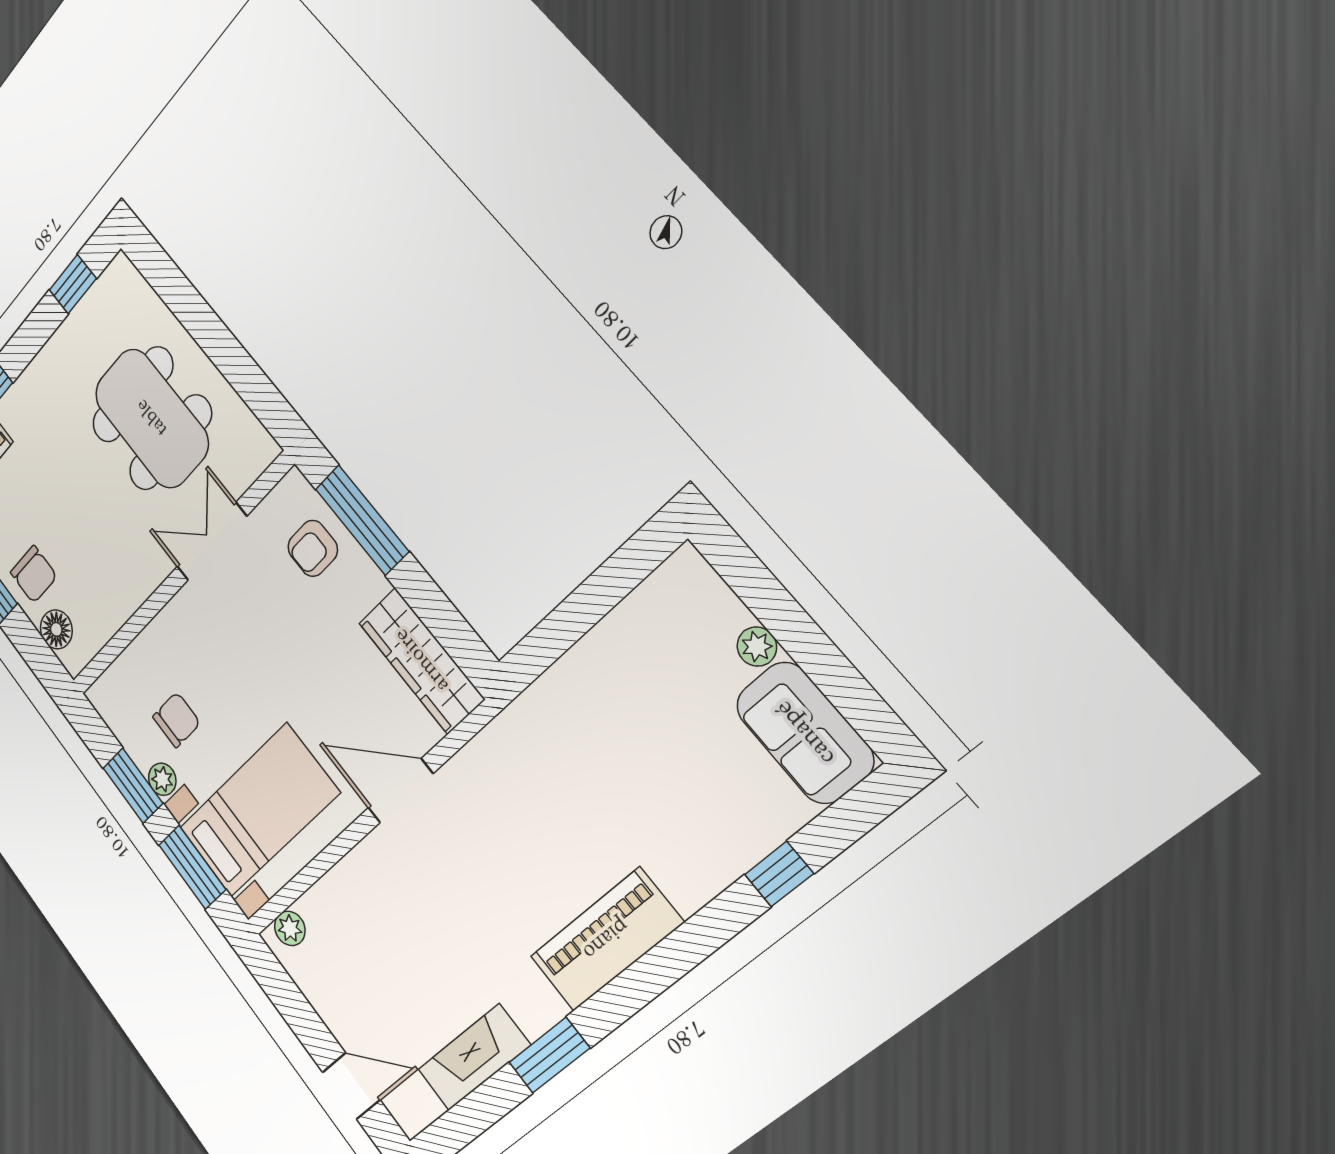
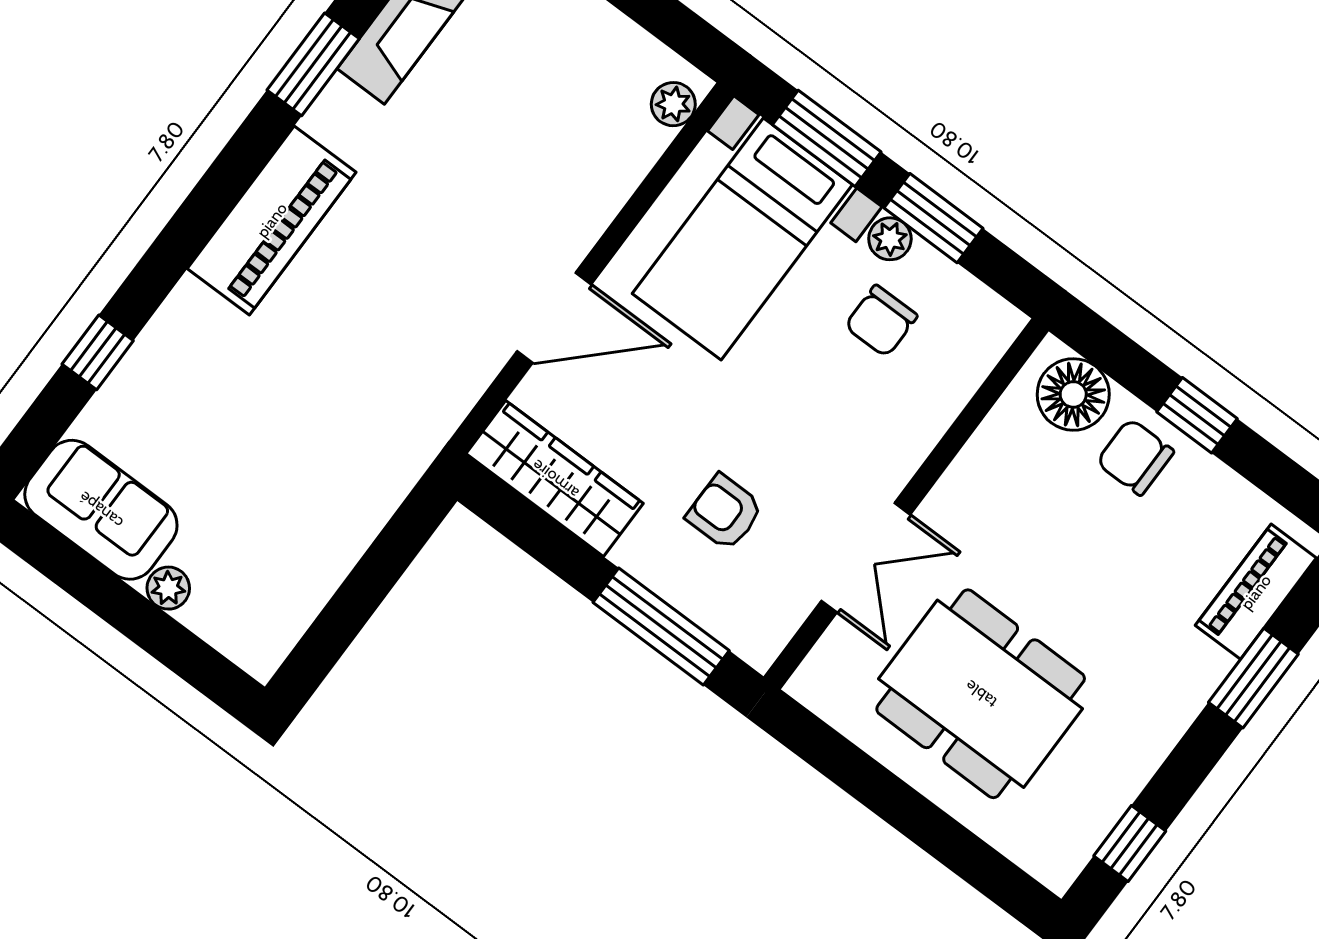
armchair: (313, 548) -> (725, 512), moved, turned -90
floor lamp: (56, 629) -> (1073, 394), width x1.38, depth x1.38

